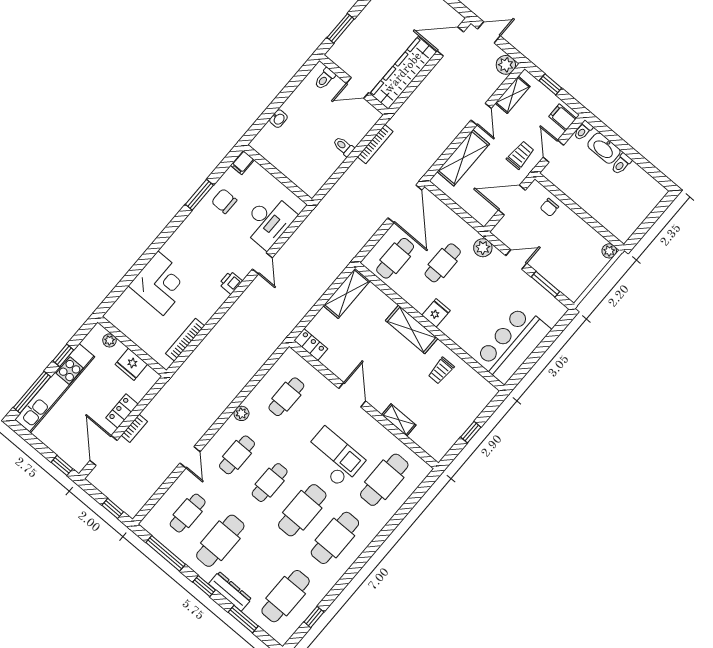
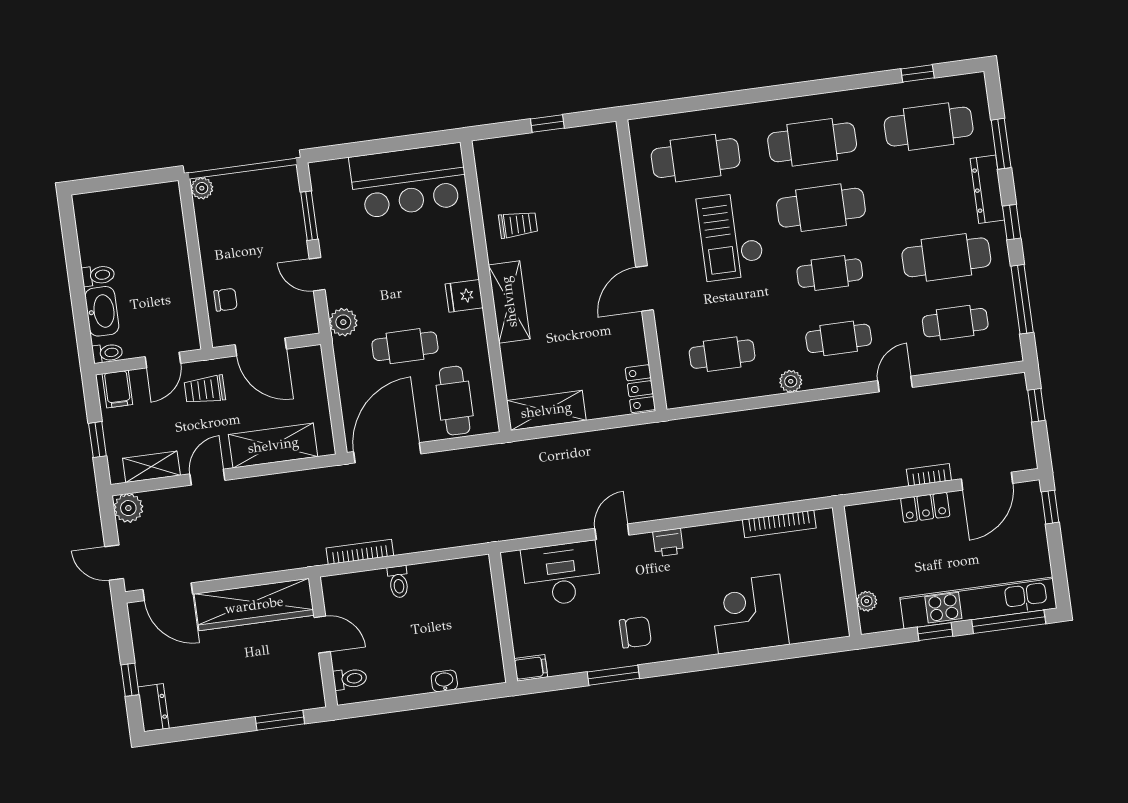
chair: (224, 201) -> (635, 632), moved, turned -90
cafe table: (395, 258) -> (455, 401), turned 90
fridge: (131, 364) -> (866, 551), removed
shelving: (399, 420) -> (617, 211), removed

